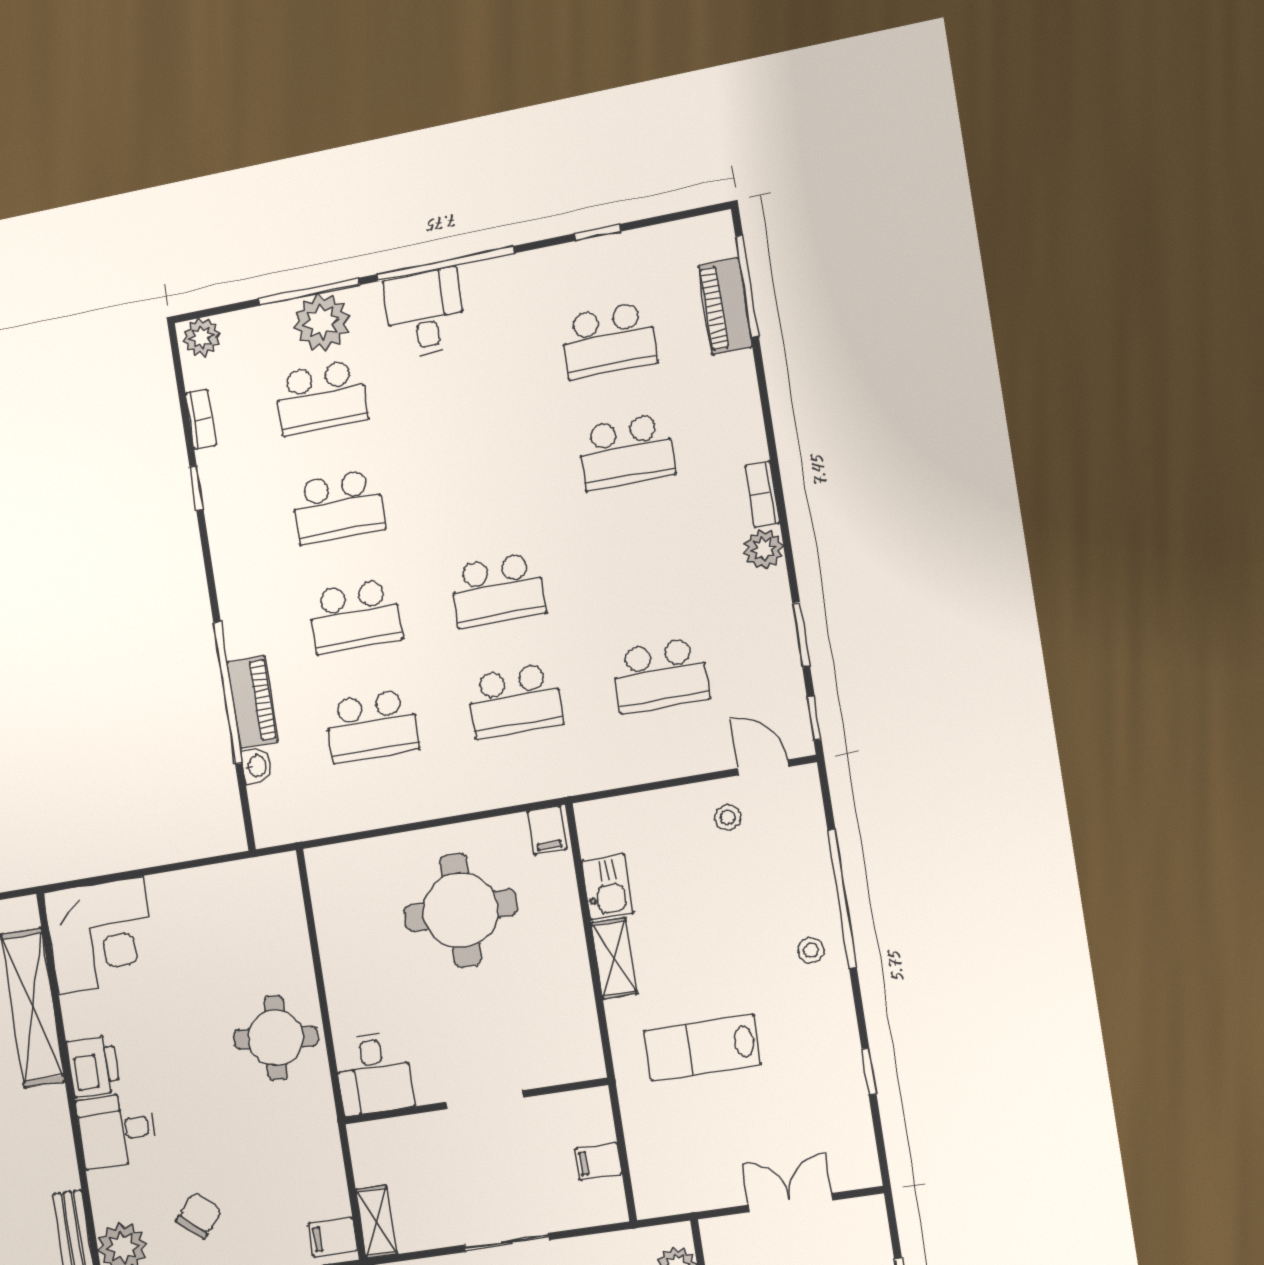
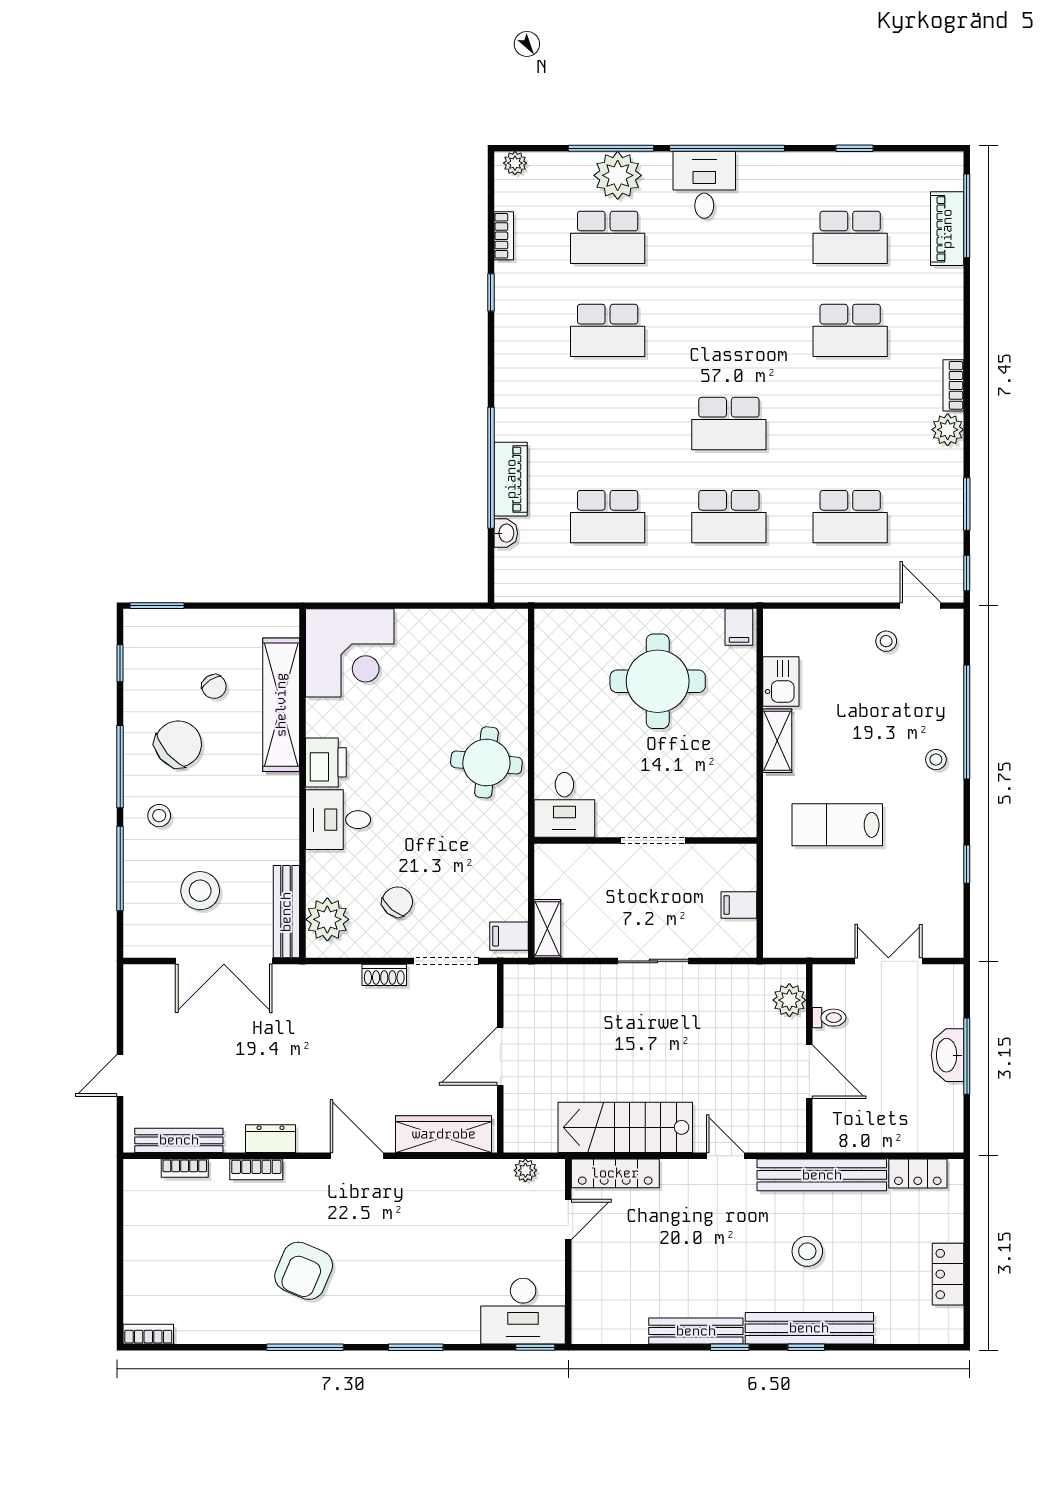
plant: (202, 337) -> (515, 163), width x0.73, depth x0.73
school desk: (355, 616) -> (608, 423), removed

